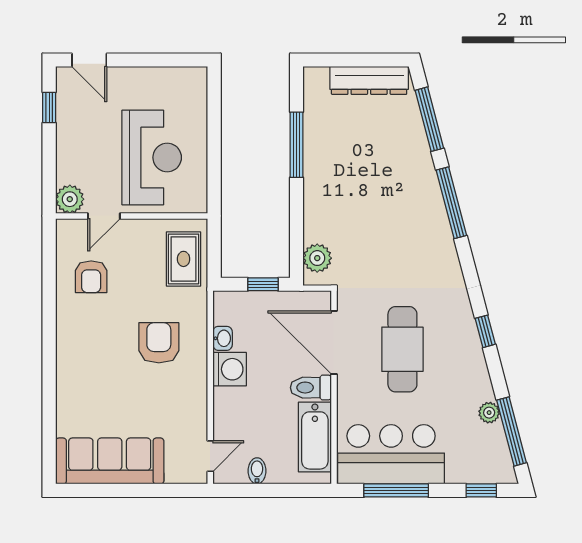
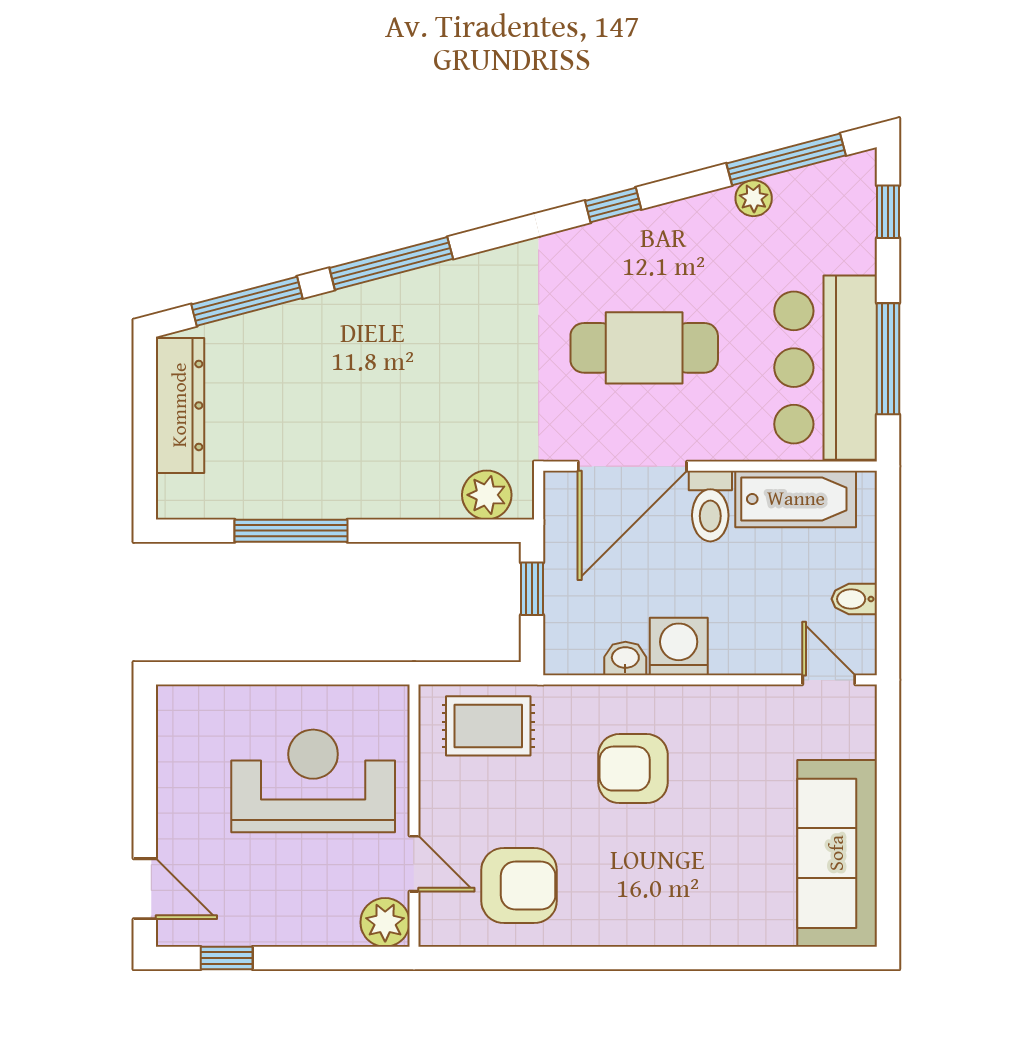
door: (89, 60) -> (145, 889), hinge flipped
armchair: (91, 277) -> (519, 885), width x1.38, depth x1.38

